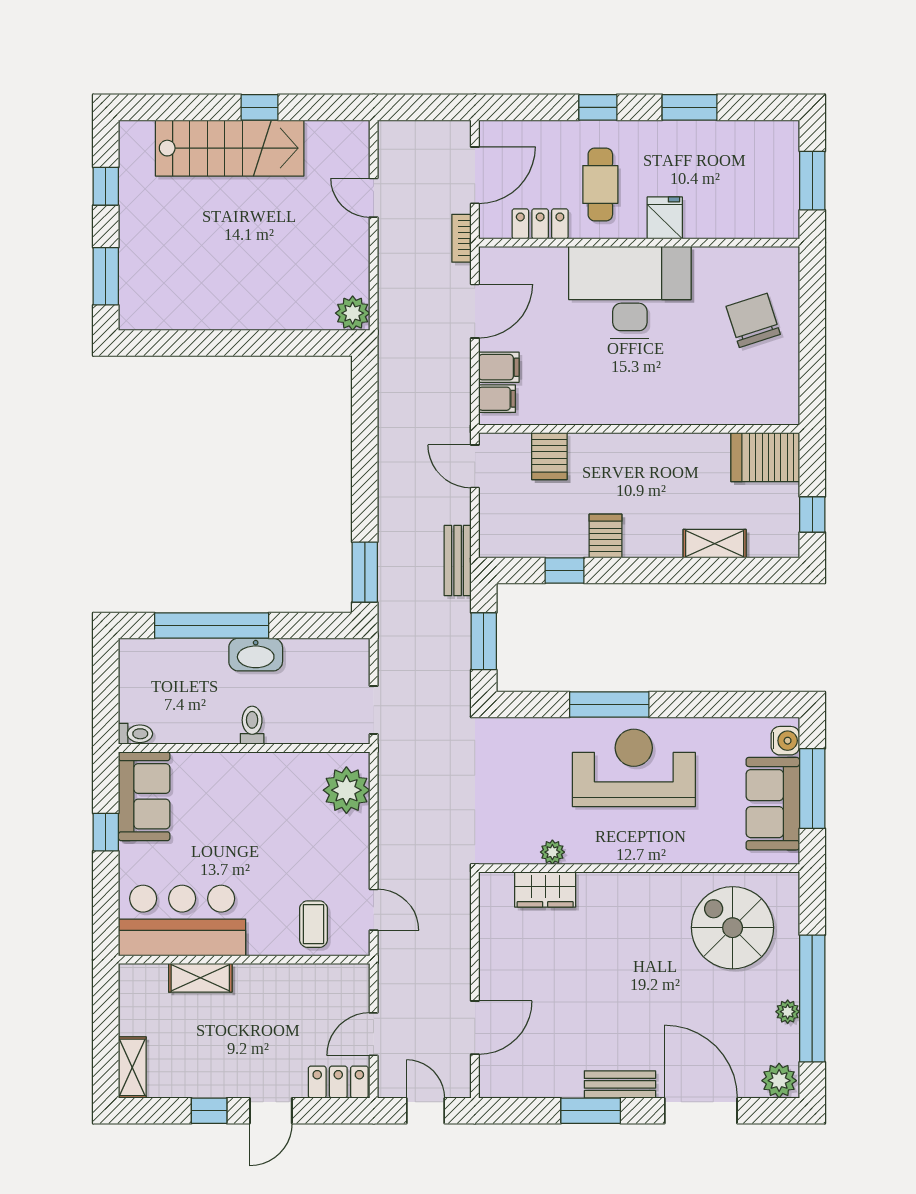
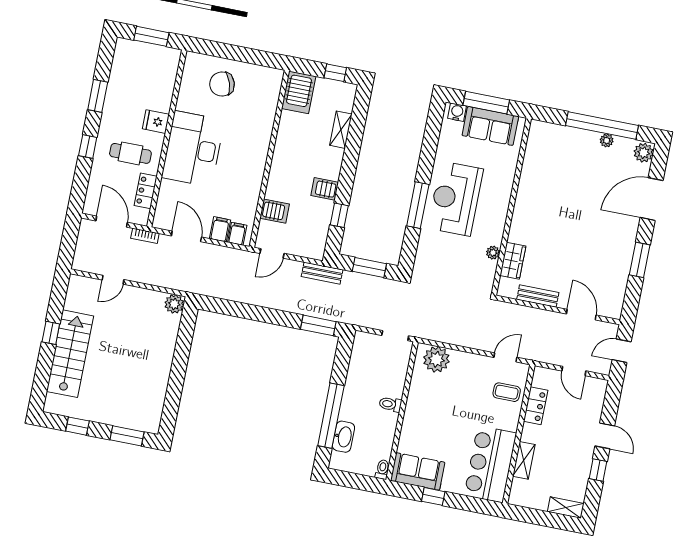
washbasin: (256, 655) -> (343, 437), moved
spiral stairs: (733, 928) -> (554, 162), removed
locker: (338, 1082) -> (536, 406), moved, turned 180
bench: (620, 1084) -> (538, 296), moved, turned 90

